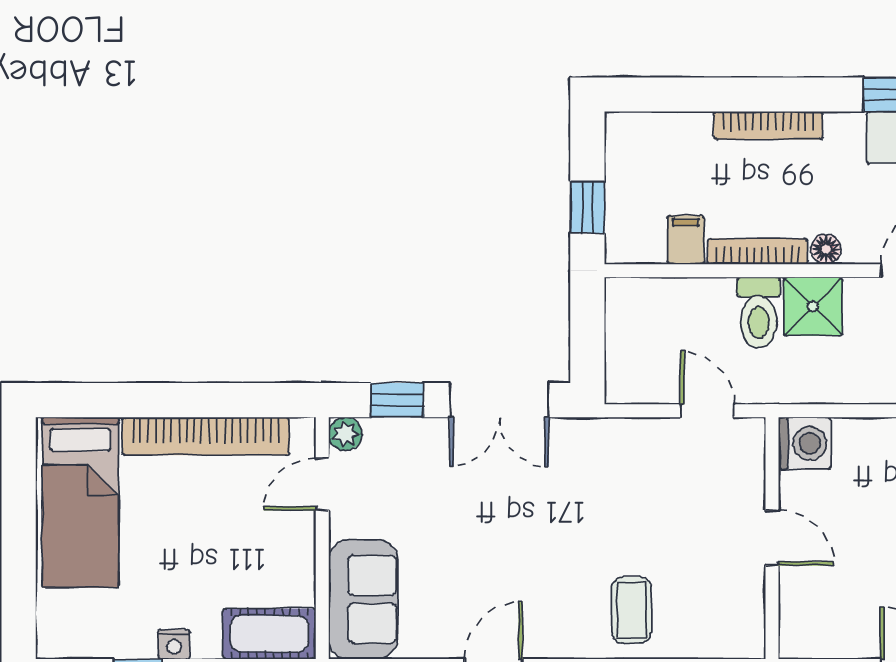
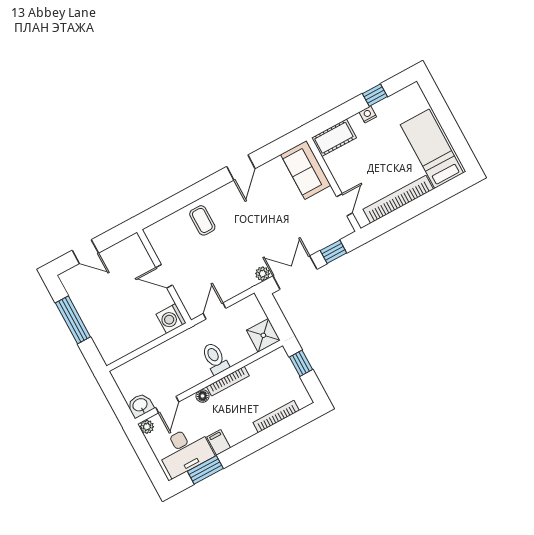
bookcase: (768, 125) -> (276, 417), moved
filing cabinet: (686, 240) -> (219, 442), moved, turned 180
shower: (813, 306) -> (263, 335), moved
door: (707, 411) -> (214, 311), swing flipped
plant: (345, 434) -> (263, 274), moved

